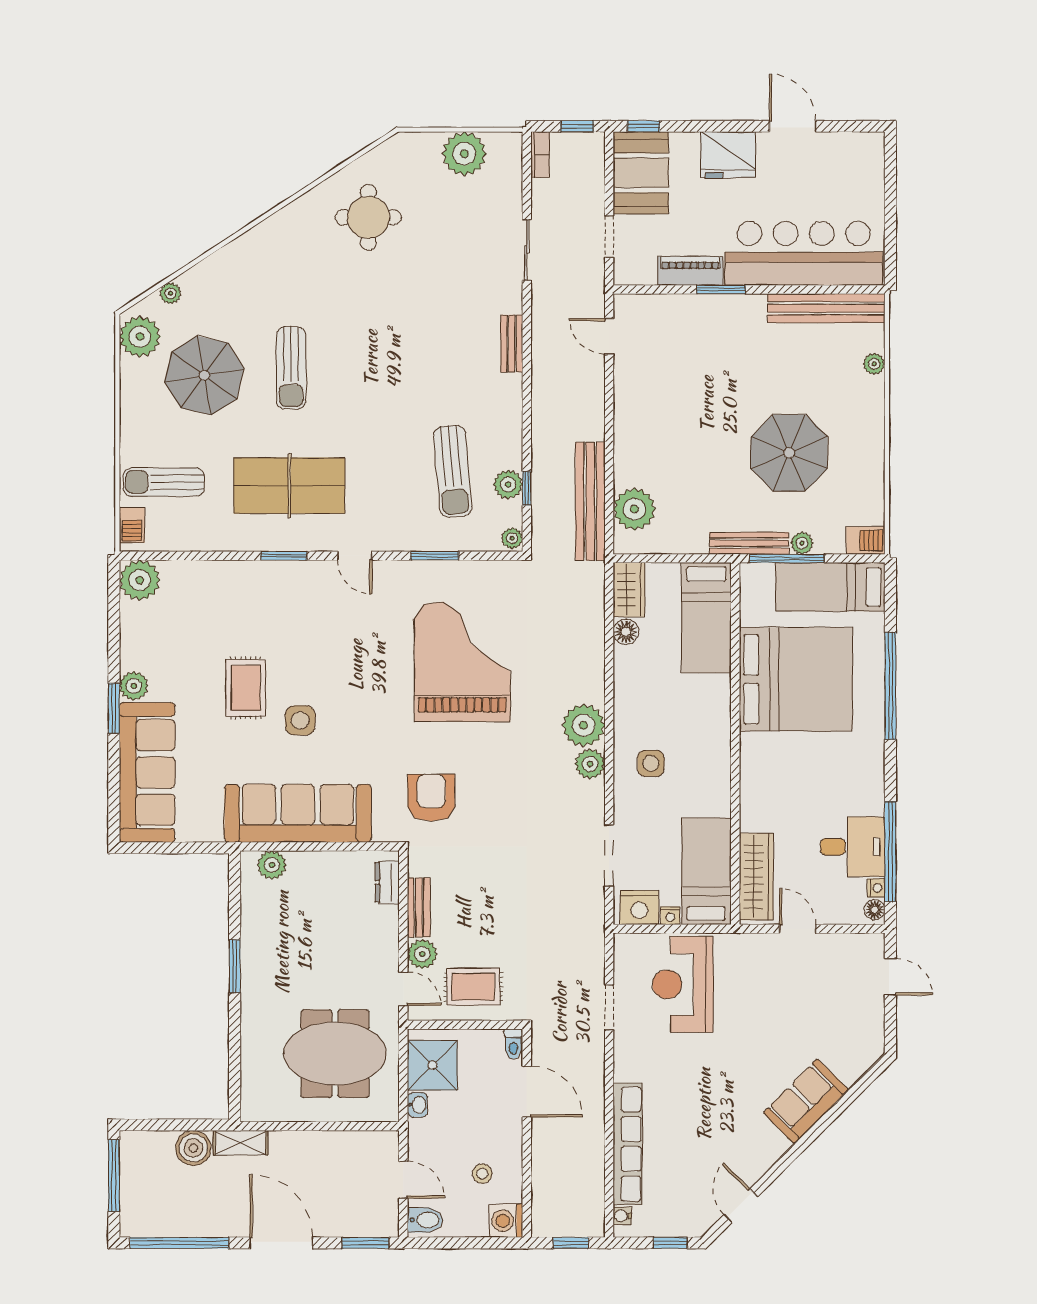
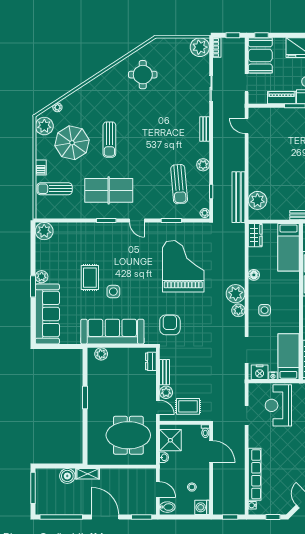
plant: (464, 154) -> (200, 47), moved
plant: (508, 484) -> (203, 165), moved
barbecue: (132, 525) -> (41, 167), moved
floor lamp: (626, 632) -> (254, 275), moved

